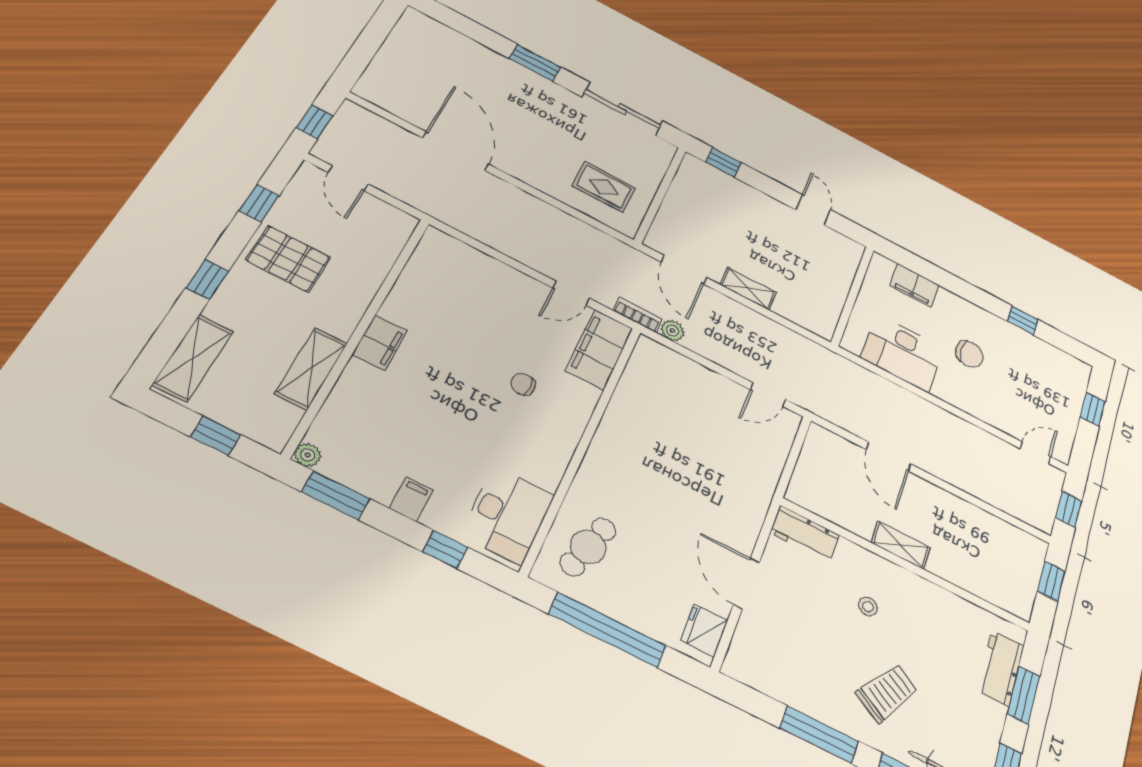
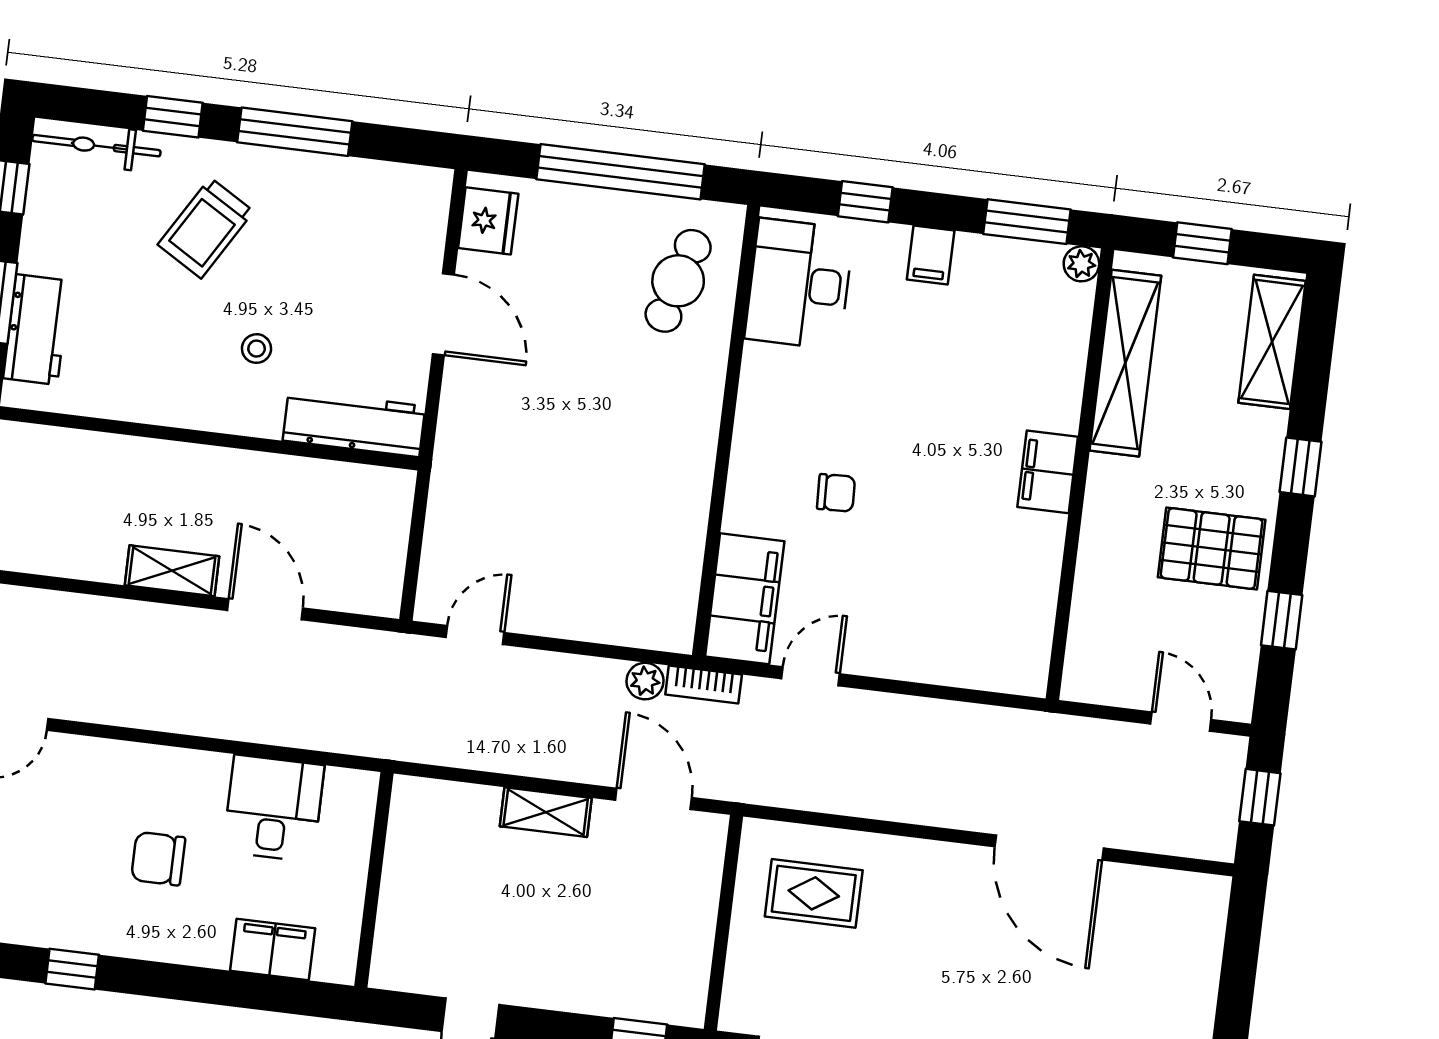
desk: (902, 353) -> (274, 808), width x0.73
shelving: (311, 369) -> (1125, 363), width x1.47
workbench: (805, 534) -> (354, 423), width x1.38
shelving: (901, 545) -> (172, 571), moved

